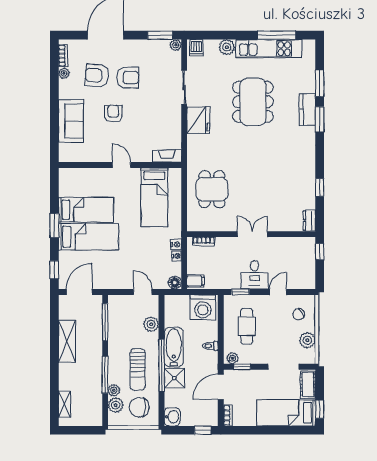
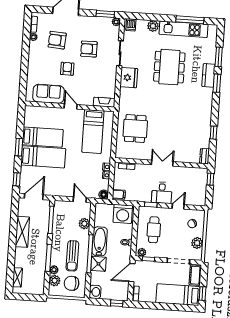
armchair: (128, 78) -> (89, 49), moved, turned 180
sofa: (71, 121) -> (49, 94), moved, turned -90

